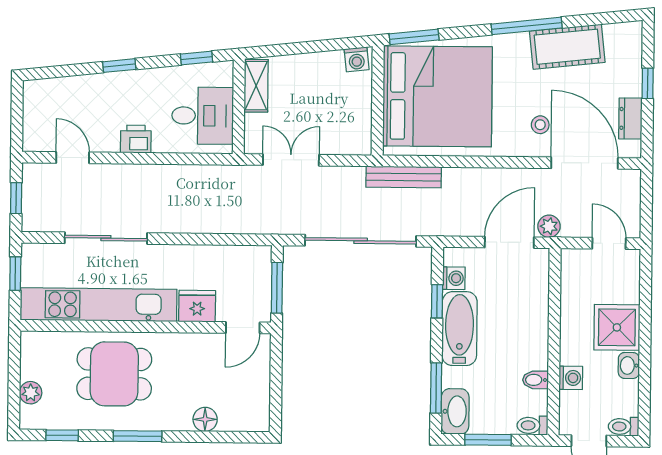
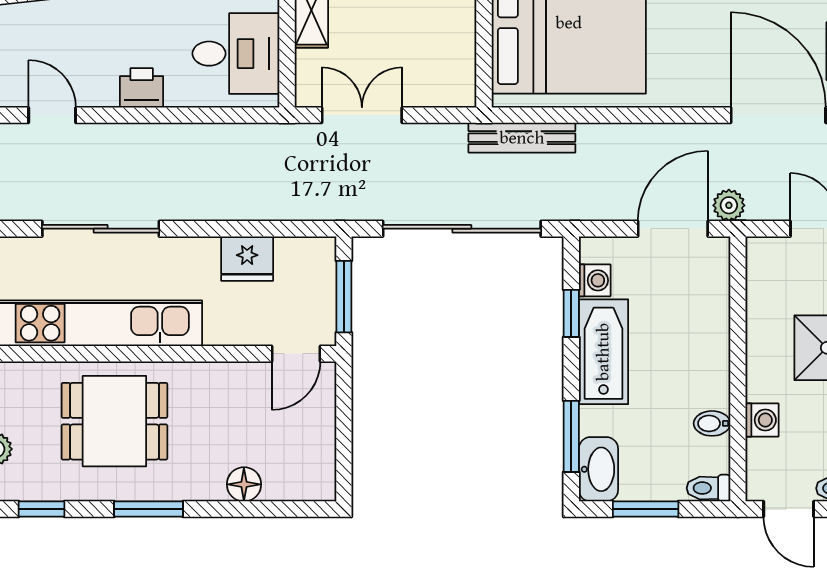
stool: (540, 125) -> (715, 61), removed
fridge: (197, 306) -> (247, 259), moved, turned 180

